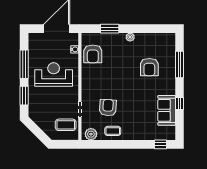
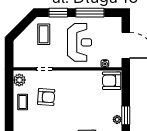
window: (110, 29) -> (126, 115), moved
armchair: (93, 54) -> (112, 81), moved
coffee table: (66, 125) -> (44, 34), moved

